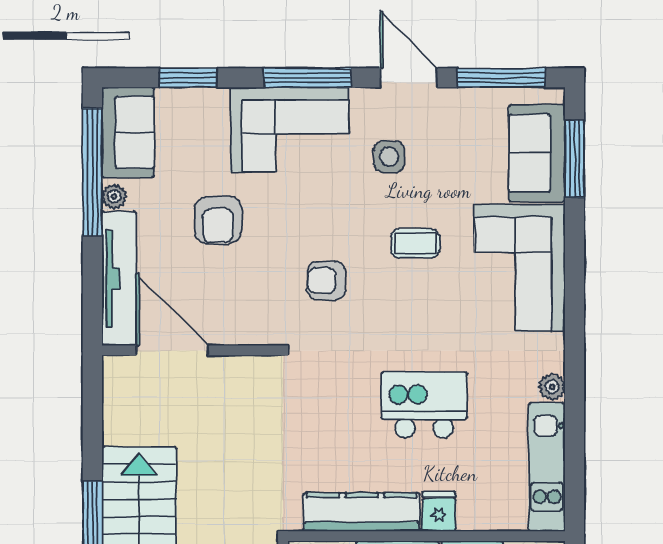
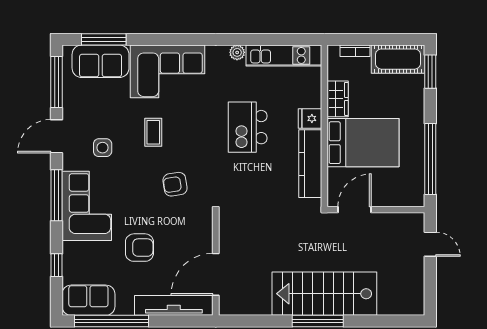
window: (188, 78) -> (56, 265), width x0.67
plant: (114, 196) -> (126, 308), removed
armchair: (327, 281) -> (175, 184), turned 80

